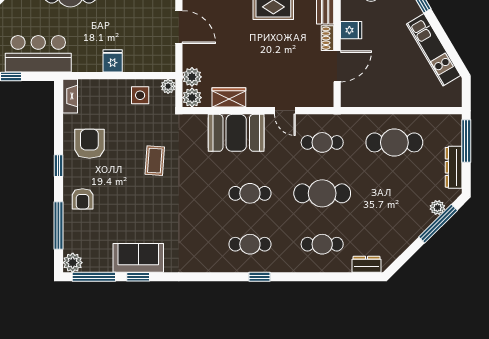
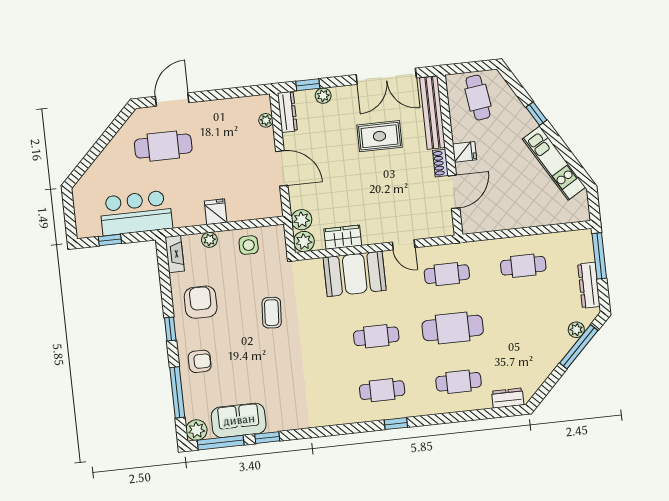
plant: (168, 86) -> (209, 240), moved
cafe table: (394, 142) -> (523, 266), width x0.73, depth x0.74
armchair: (83, 199) -> (200, 361), turned -90
sofa: (138, 258) -> (239, 420), moved

